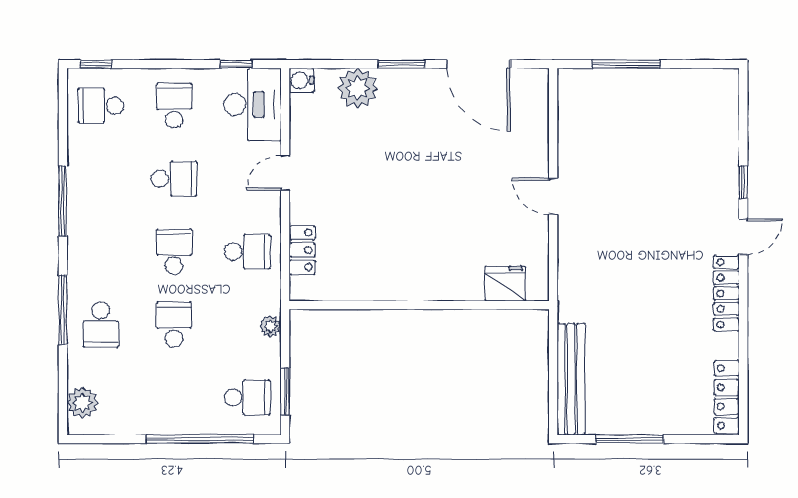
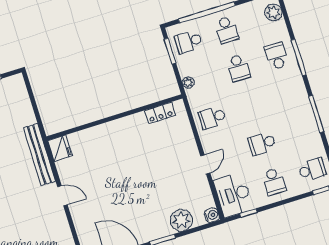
locker: (302, 250) -> (160, 113), moved, turned -90
school desk: (174, 252) -> (227, 30), moved
fridge: (505, 284) -> (60, 148), moved, turned -90
bench: (571, 379) -> (39, 155), moved

